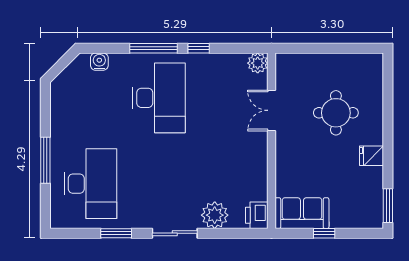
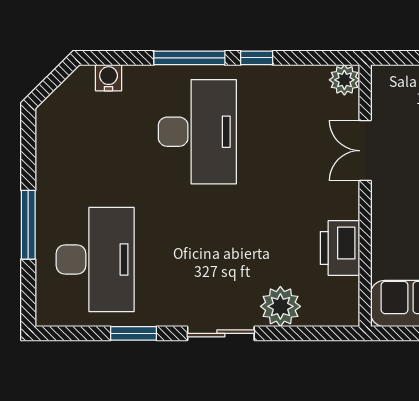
printer: (257, 215) -> (340, 248), moved, width x1.37, depth x1.19

